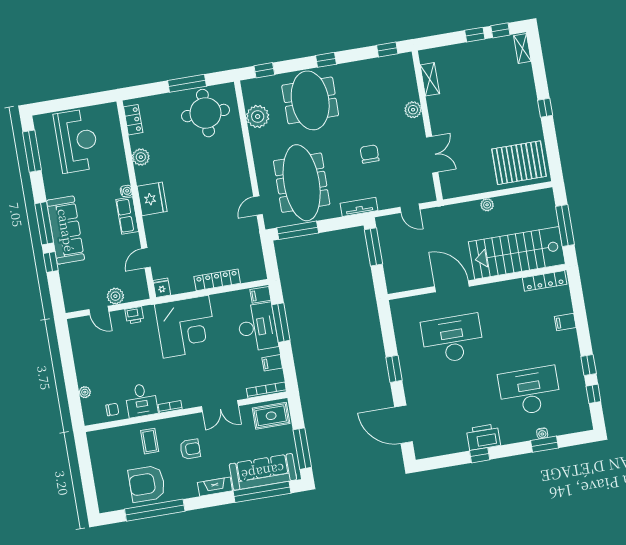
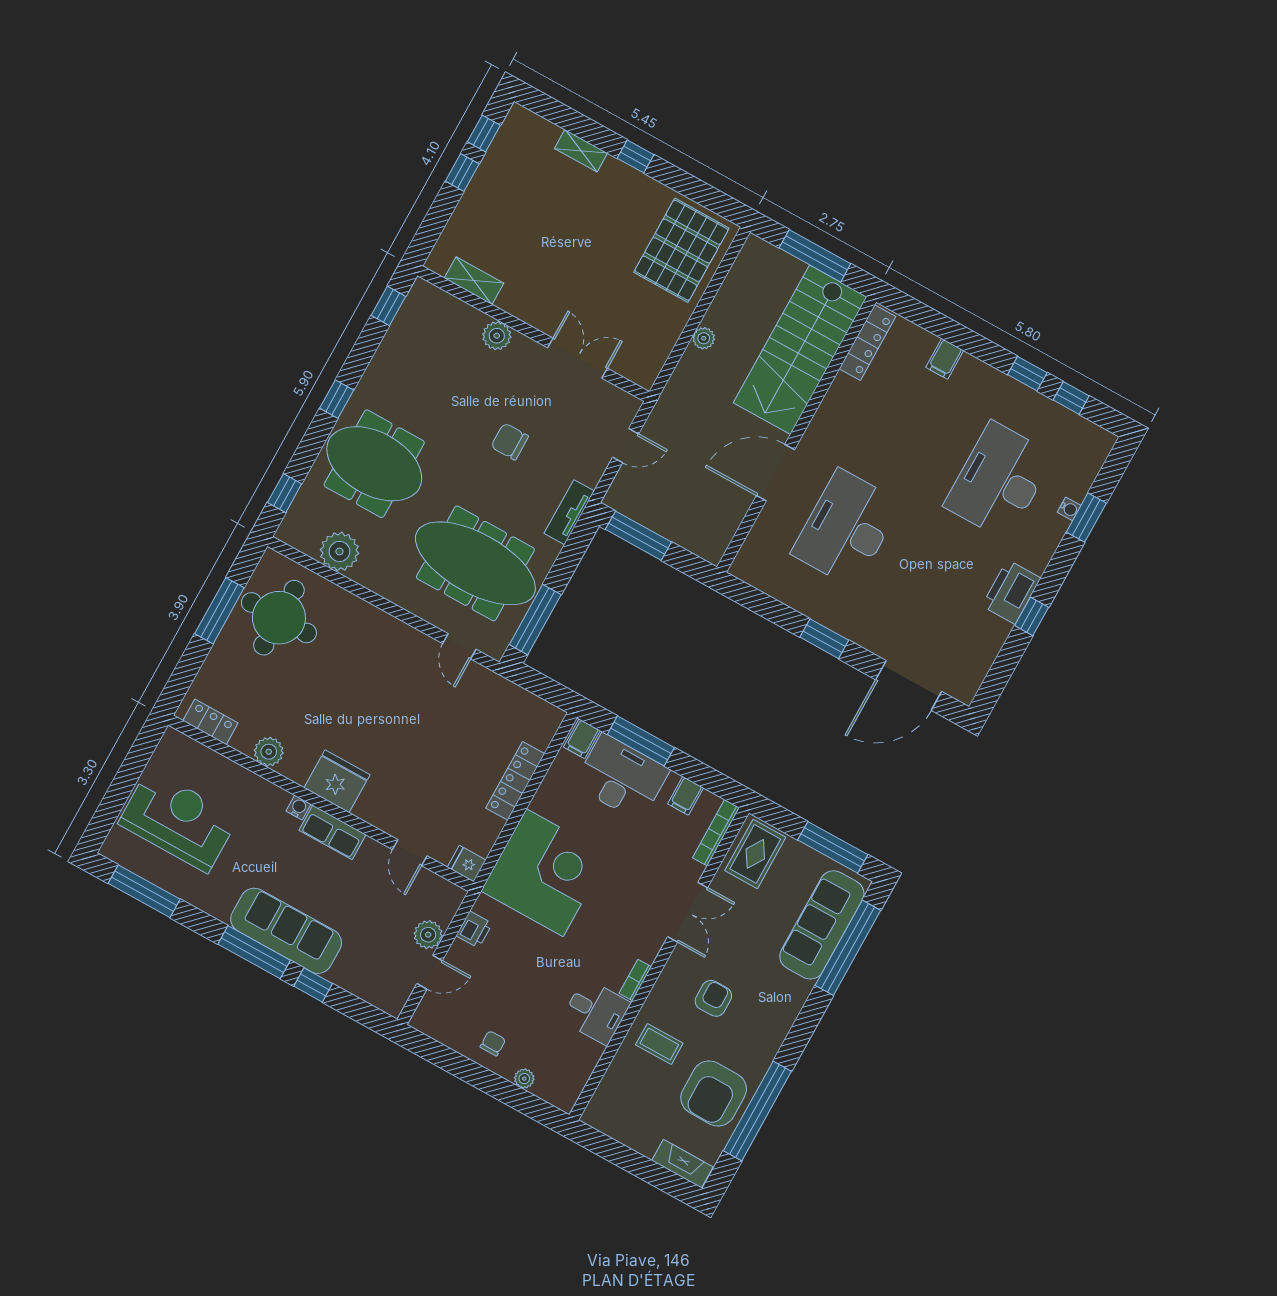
shelving: (522, 48) -> (581, 151), moved
chair: (112, 410) -> (493, 1043), moved
fireplace: (215, 487) -> (682, 1164), moved, turned 90

